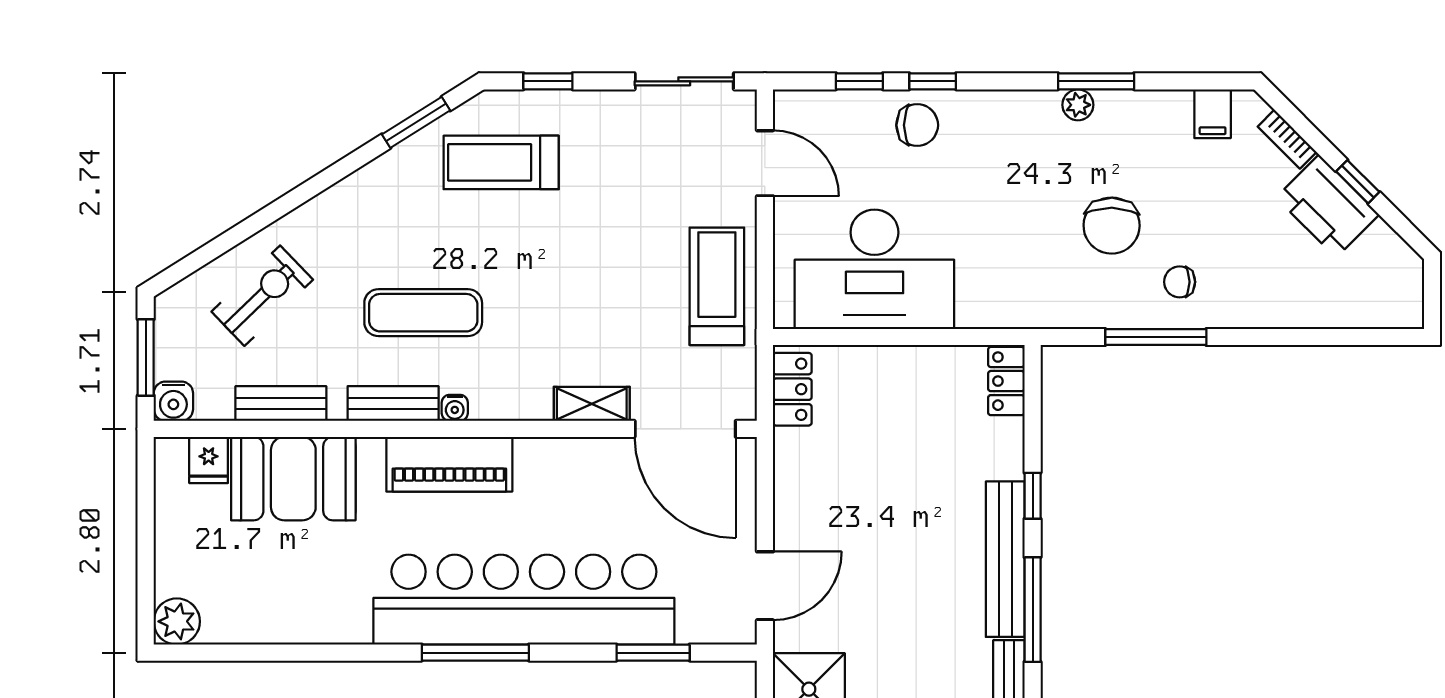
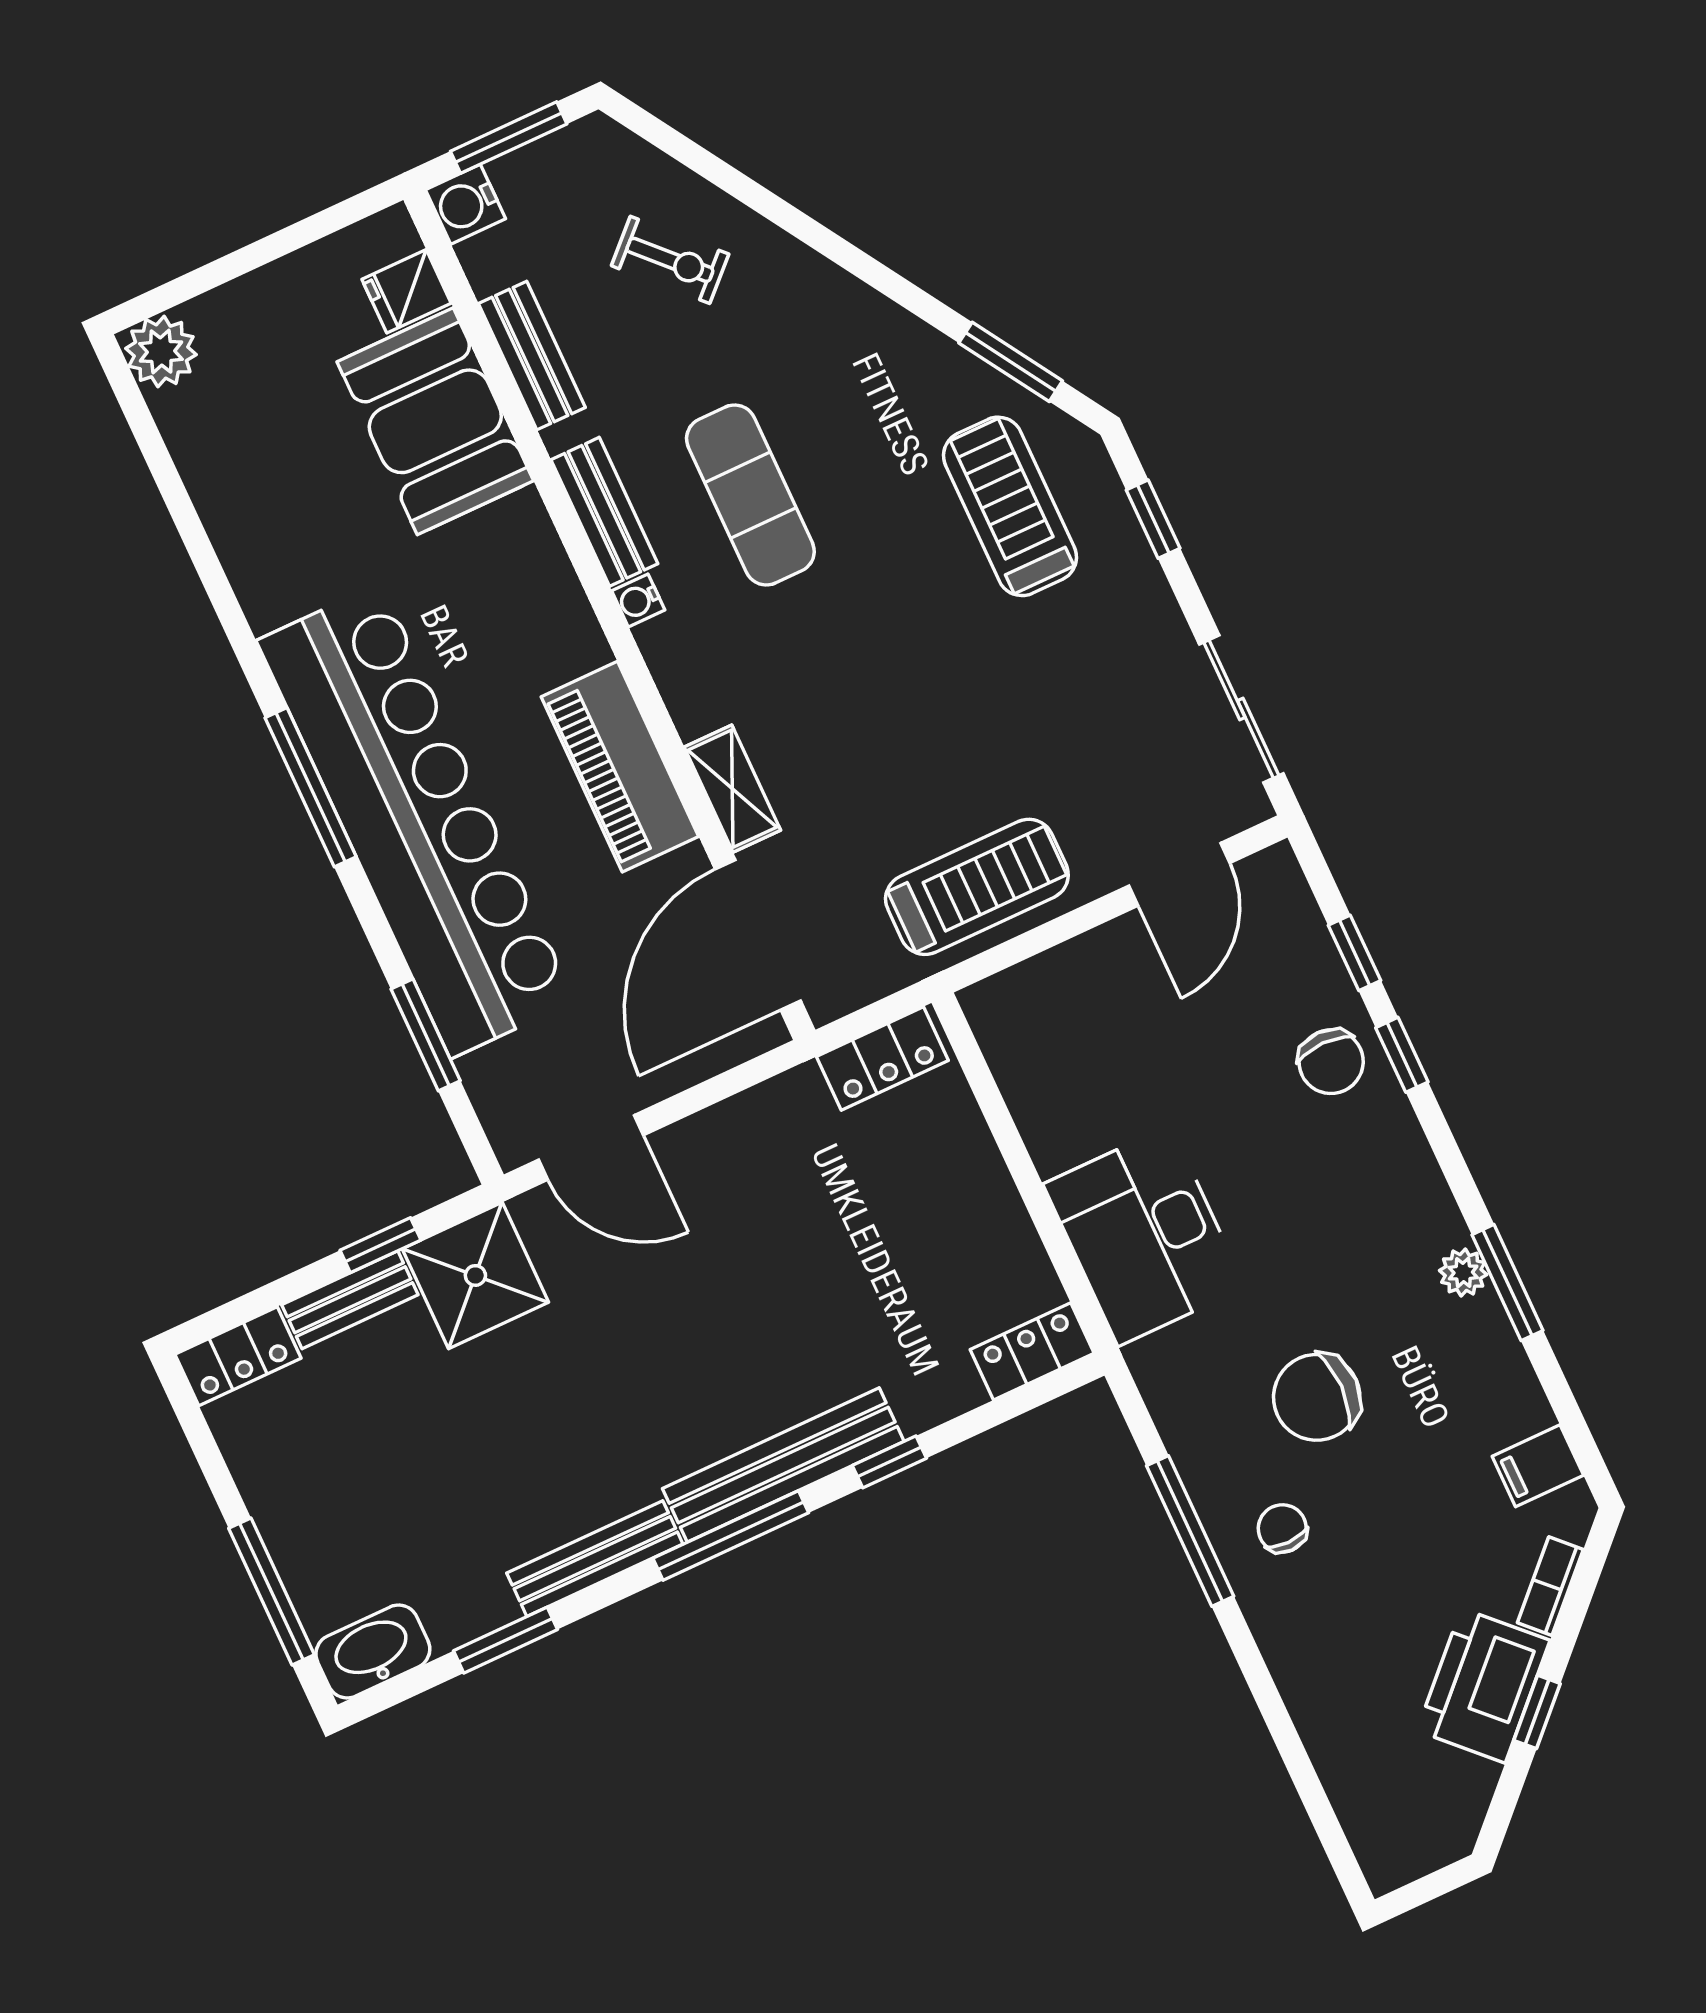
desk: (874, 269) -> (1144, 1236), moved, width x0.73, depth x0.77
exercise bike: (262, 296) -> (670, 260), width x0.73, depth x0.72
piano: (449, 464) -> (620, 767), moved

